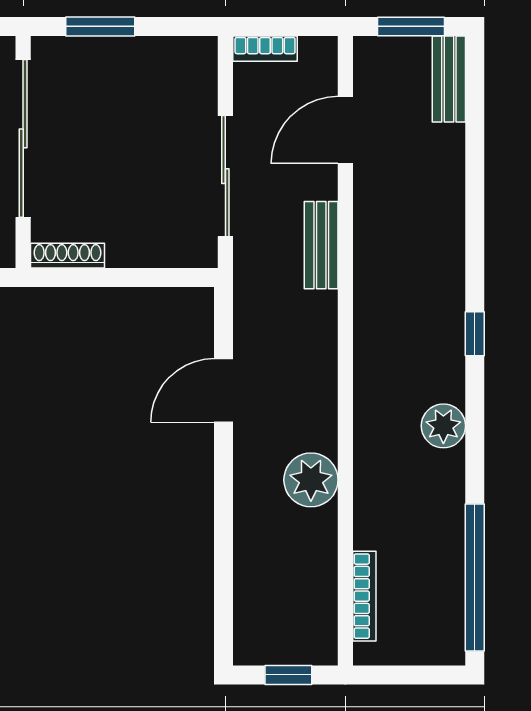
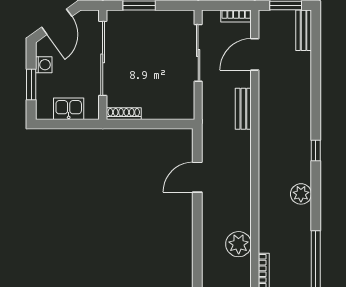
bookcase: (265, 49) -> (236, 16), moved
sliding door: (225, 176) -> (198, 53), moved
plant: (311, 480) -> (239, 244), moved

